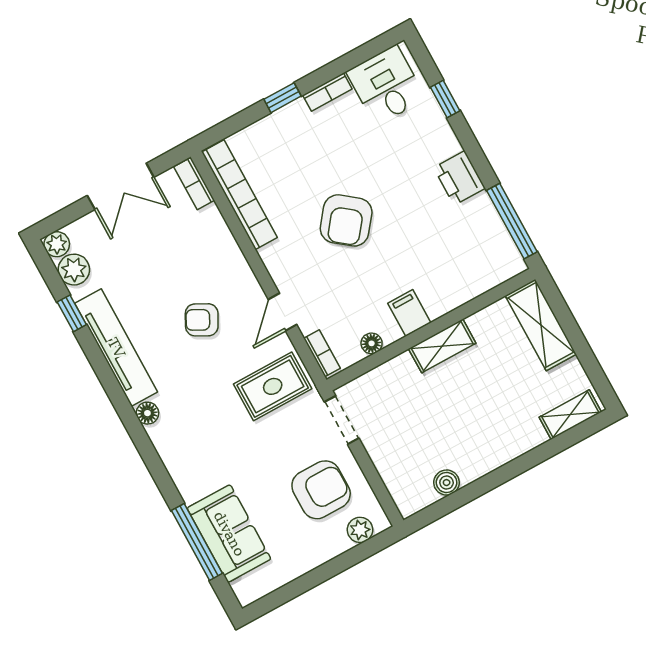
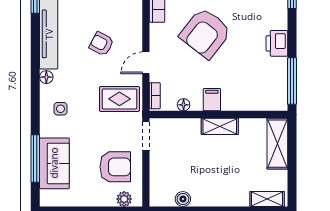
armchair: (346, 220) -> (205, 33), width x1.36, depth x1.36
side table: (194, 448) -> (60, 109), added

